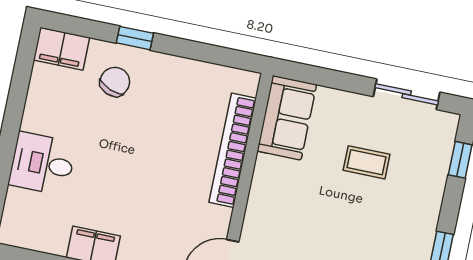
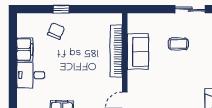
filing cabinet: (62, 49) -> (25, 49), moved, turned -90
sofa: (287, 118) -> (138, 52), moved

